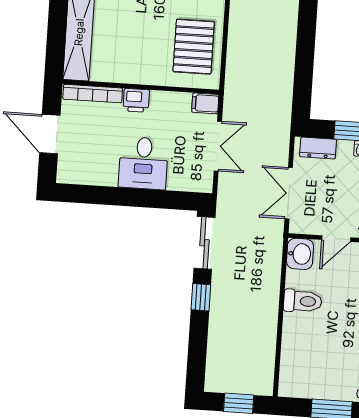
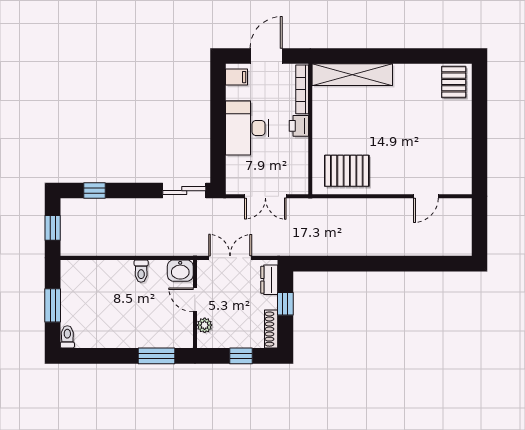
filing cabinet: (205, 103) -> (237, 77), moved, turned 90
desk: (143, 163) -> (247, 128), width x1.37
window: (201, 297) -> (95, 191), moved
toilet: (303, 301) -> (141, 271), width x0.73, depth x0.72

